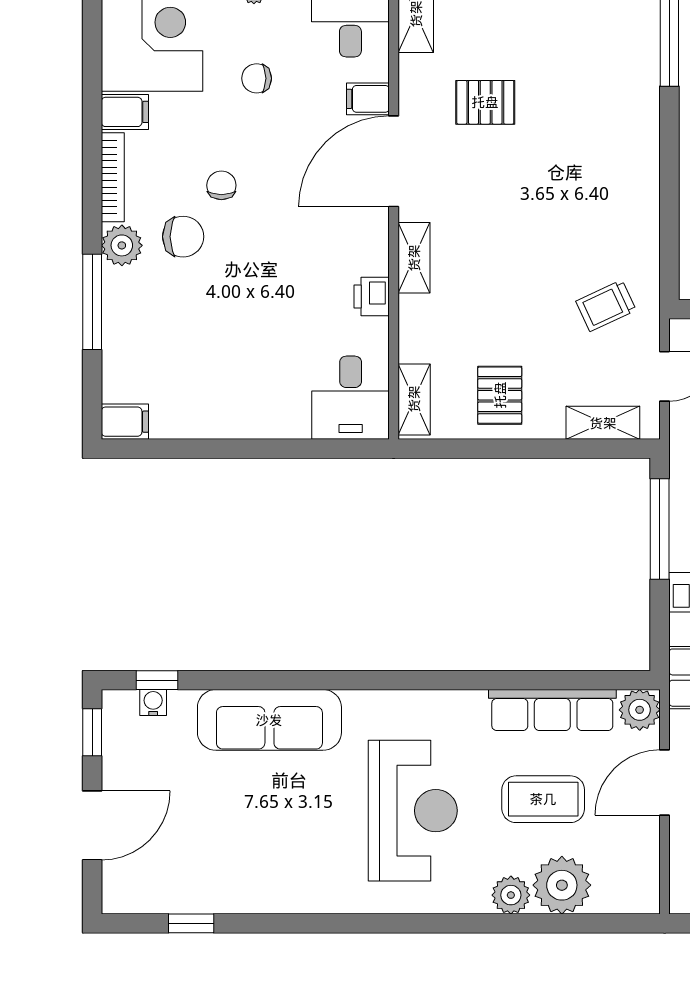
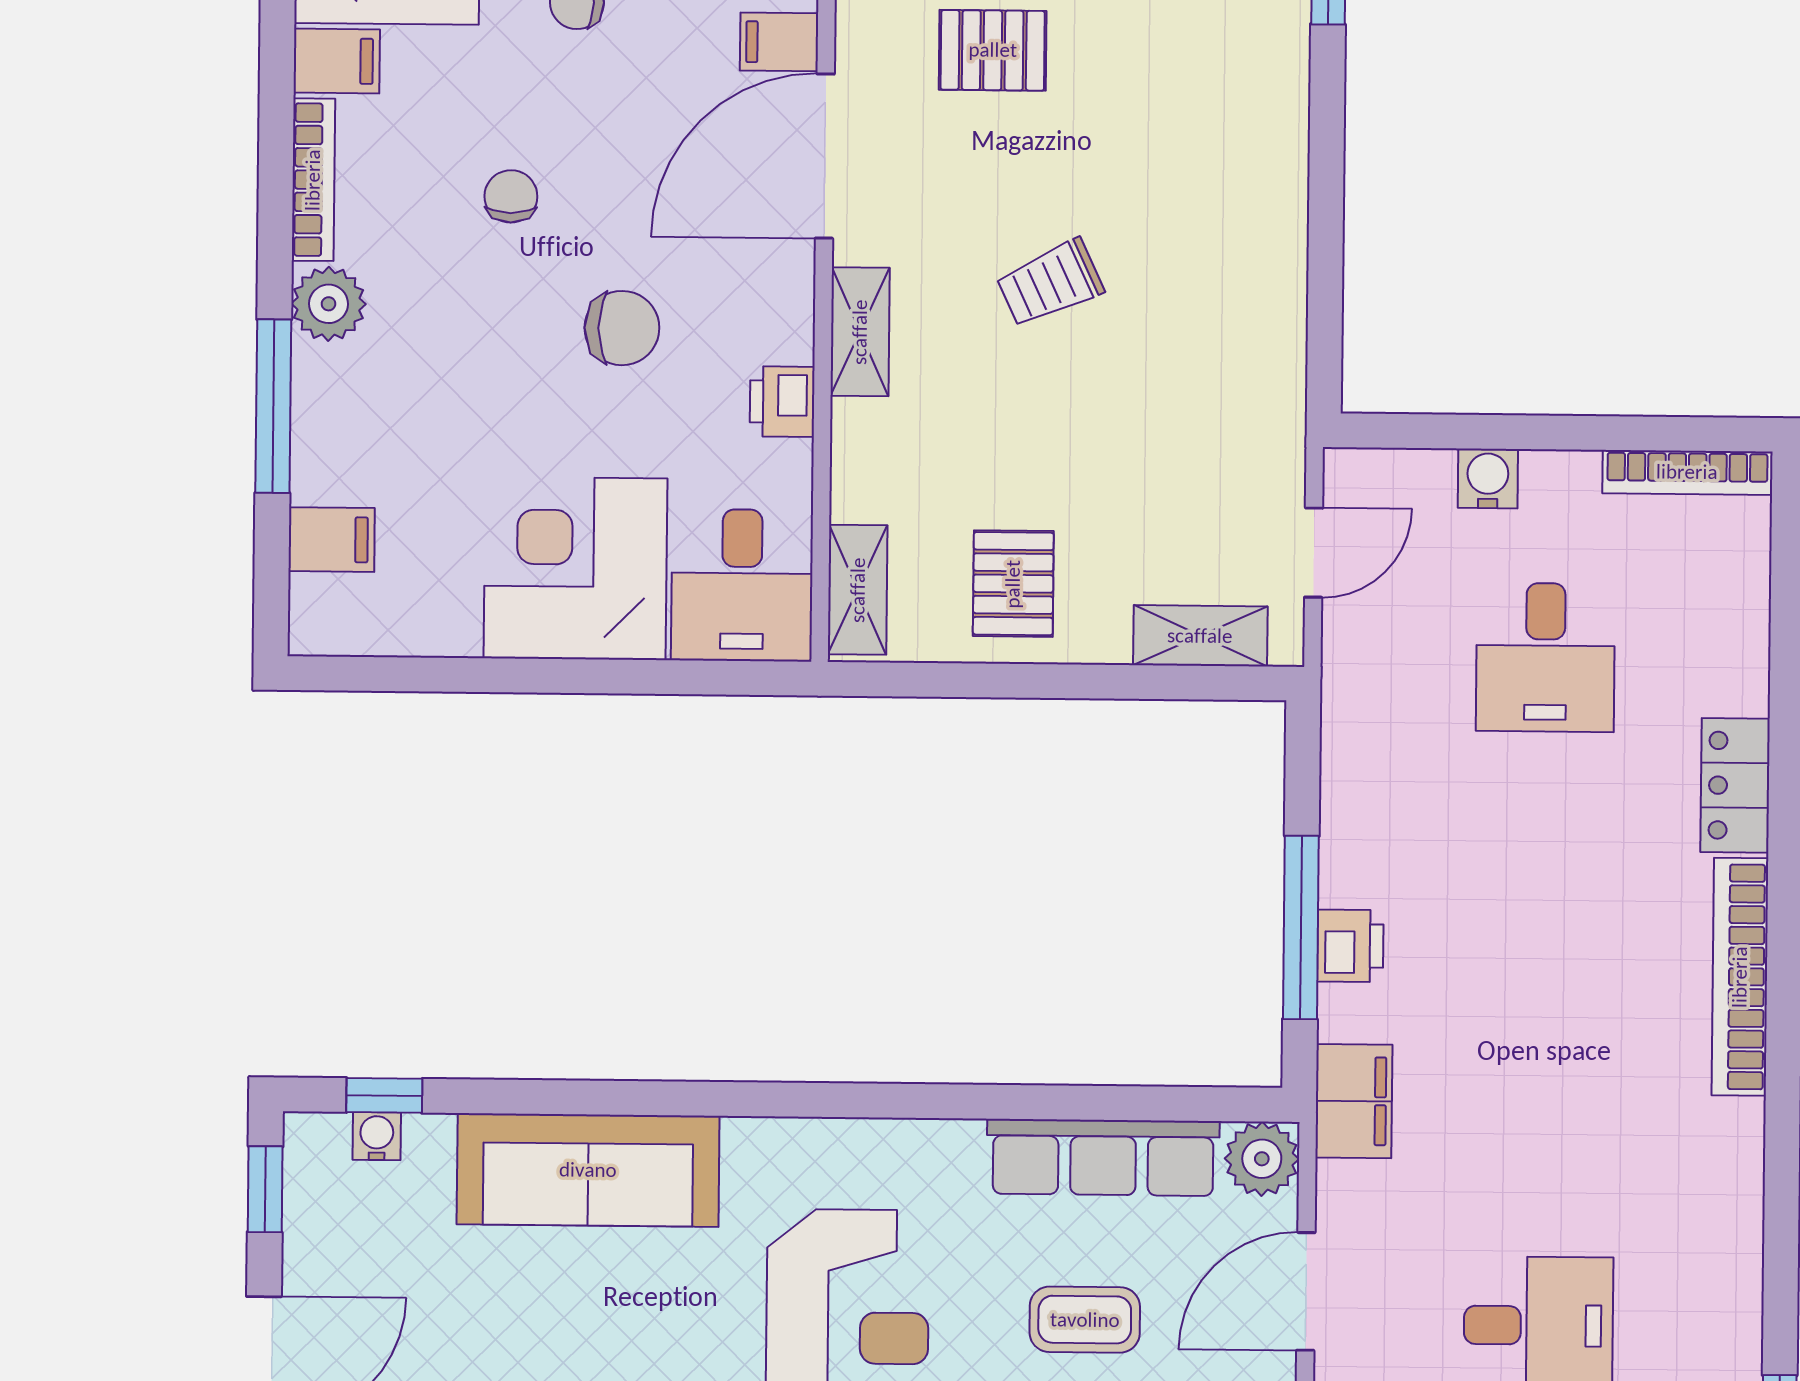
chair: (183, 237) -> (622, 328), moved
trolley: (606, 306) -> (1050, 283), moved
corner desk: (259, 389) -> (575, 568), added
filing cabinet: (125, 422) -> (332, 540), moved
window: (660, 529) -> (1301, 928), moved
coffee table: (543, 799) -> (1085, 1320), width x0.73, depth x0.77

